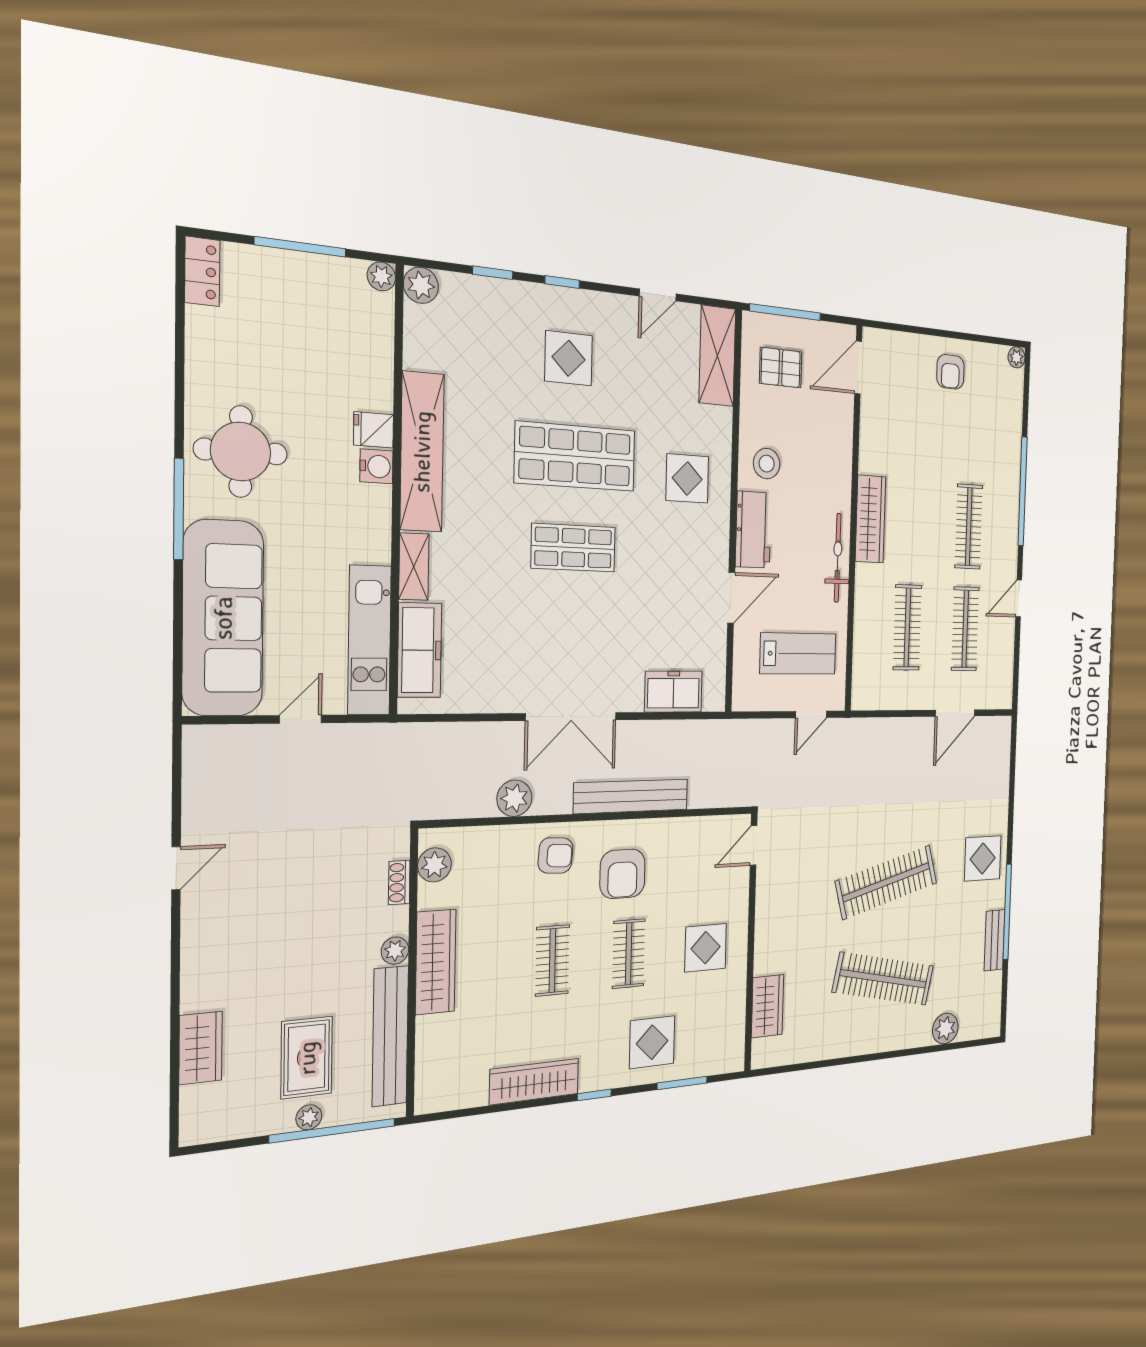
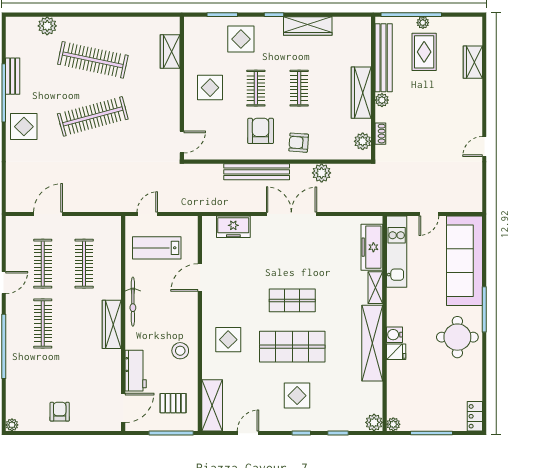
workbench: (753, 530) -> (136, 371), moved, turned 180

